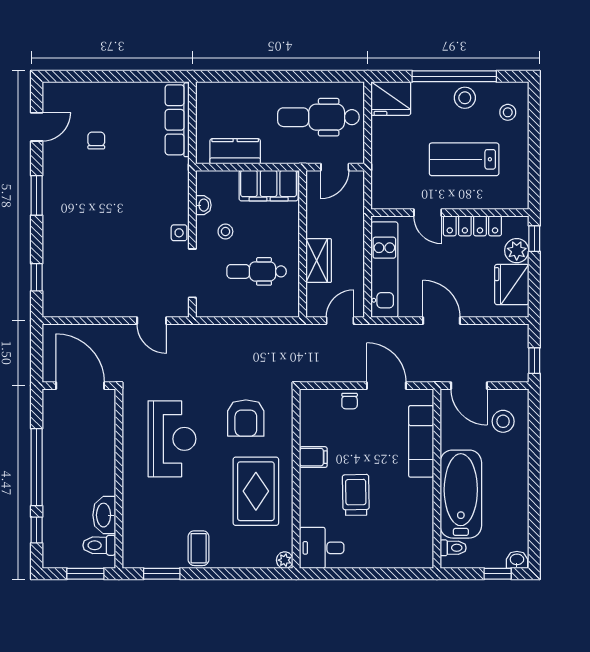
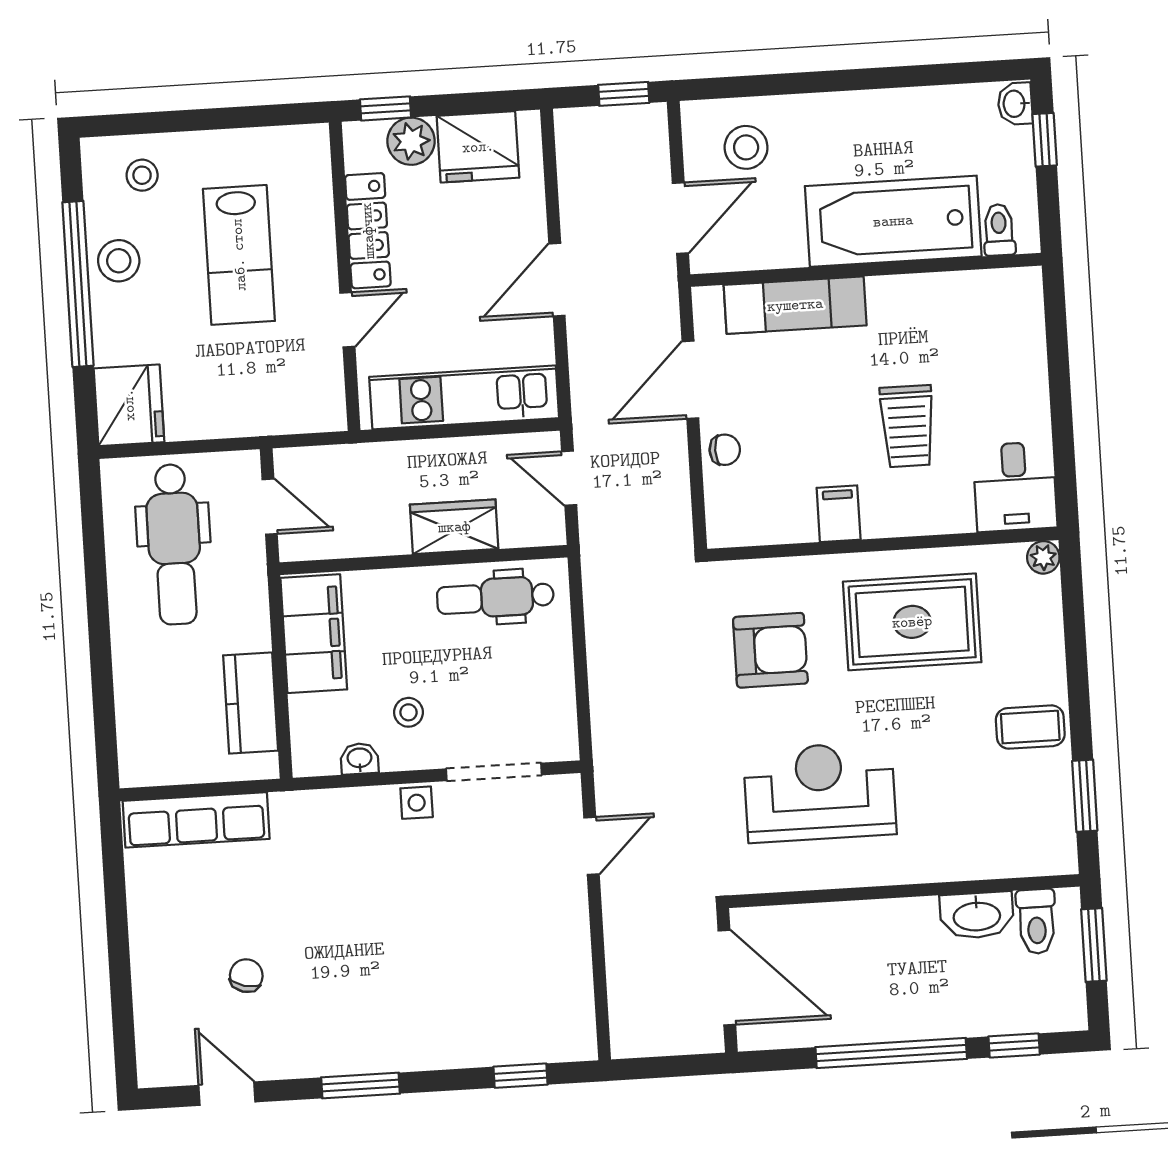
chair: (96, 141) -> (246, 976), turned 105
dental chair: (257, 271) -> (495, 597), moved, turned 90
door: (80, 386) -> (727, 978), swing flipped
trolley: (356, 495) -> (907, 426), turned -89

